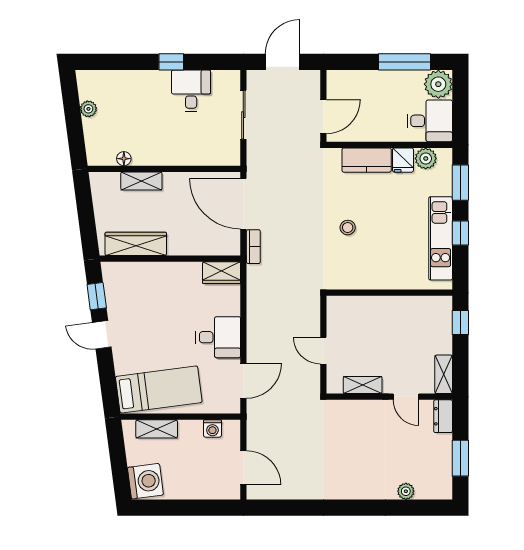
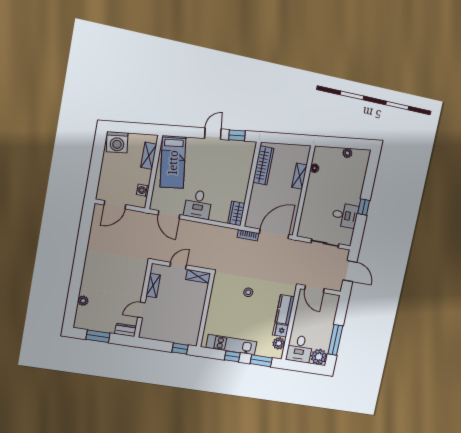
shelving: (444, 374) -> (198, 276), moved

